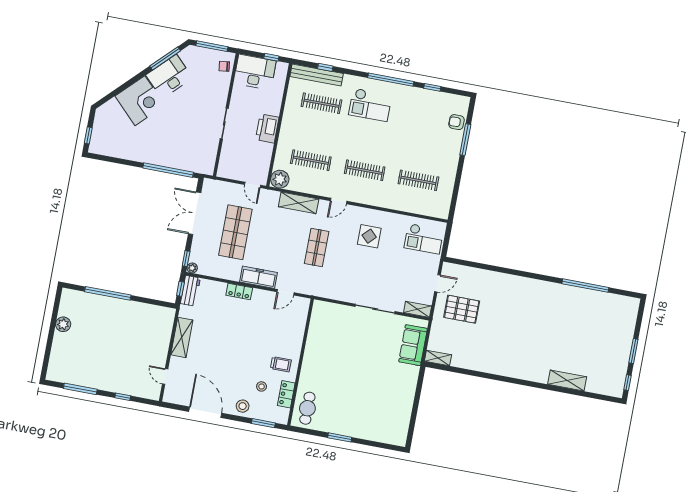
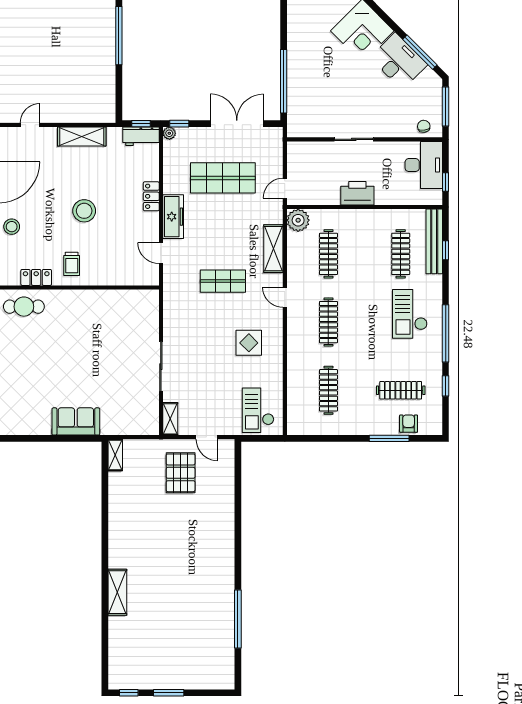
clothes rail: (429, 123) -> (401, 390), added
sofa: (413, 345) -> (76, 421), moved
shelving: (567, 380) -> (117, 592), moved
stool: (262, 386) -> (84, 211), moved, width x1.89, depth x1.89

